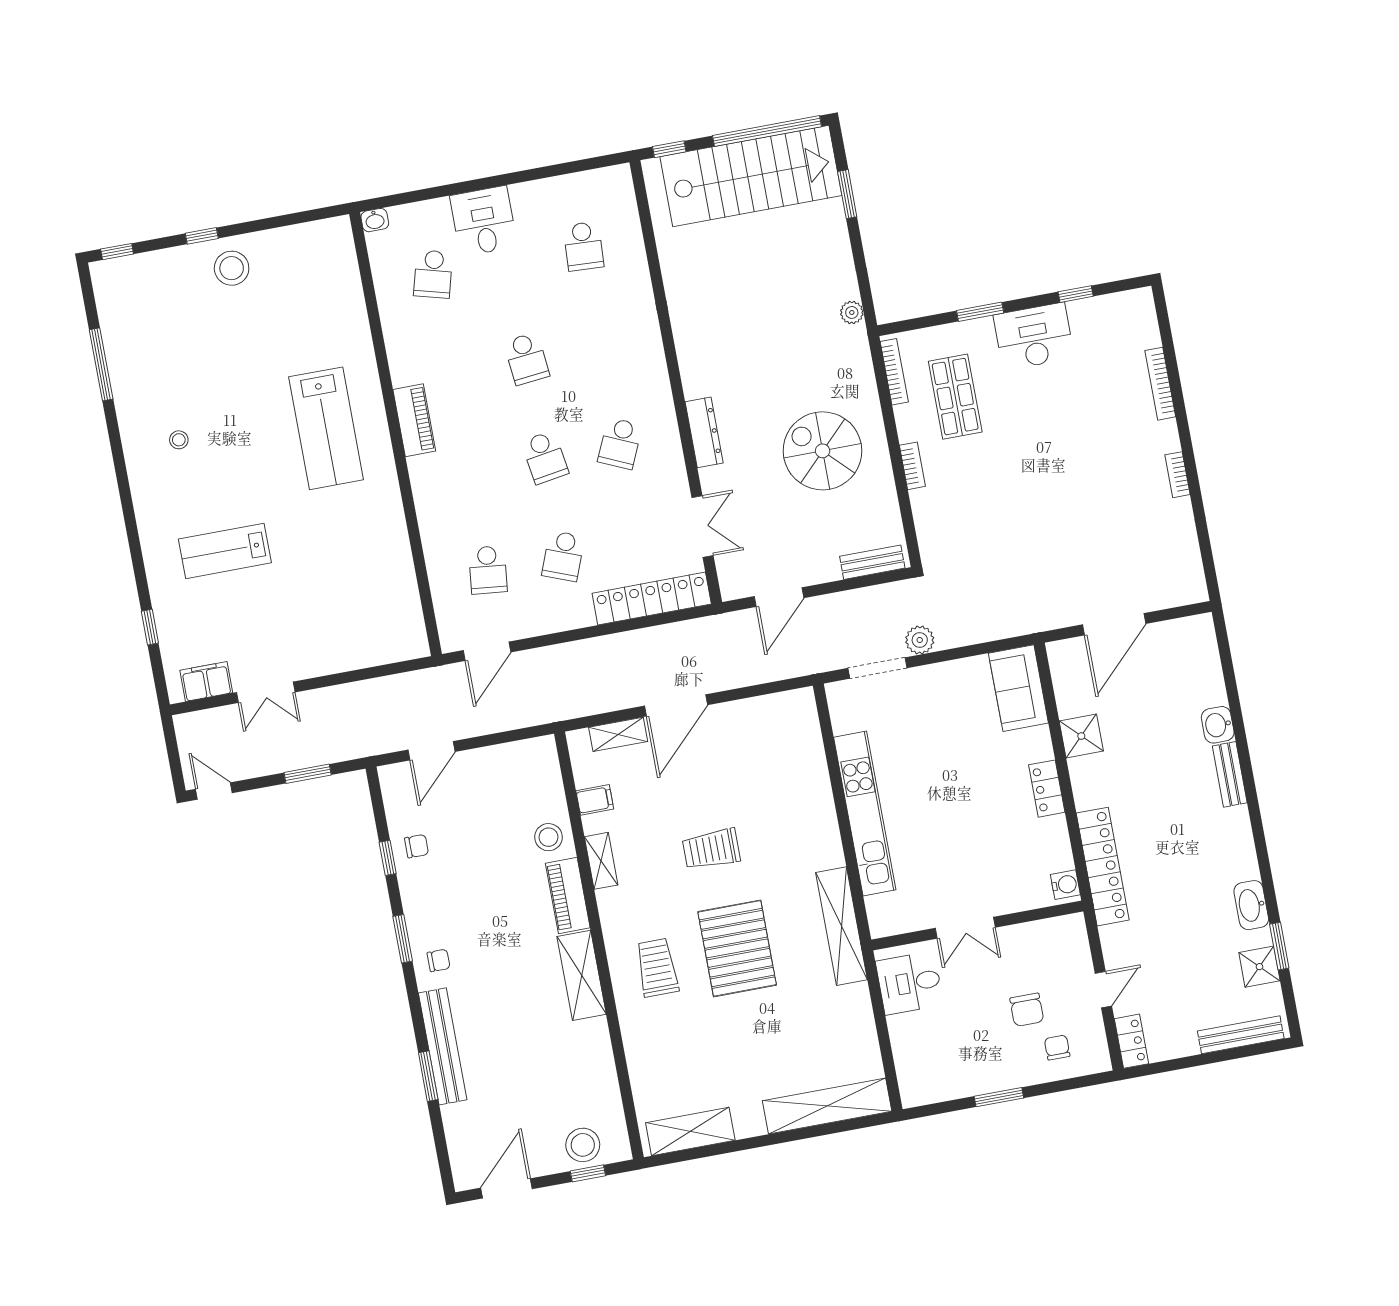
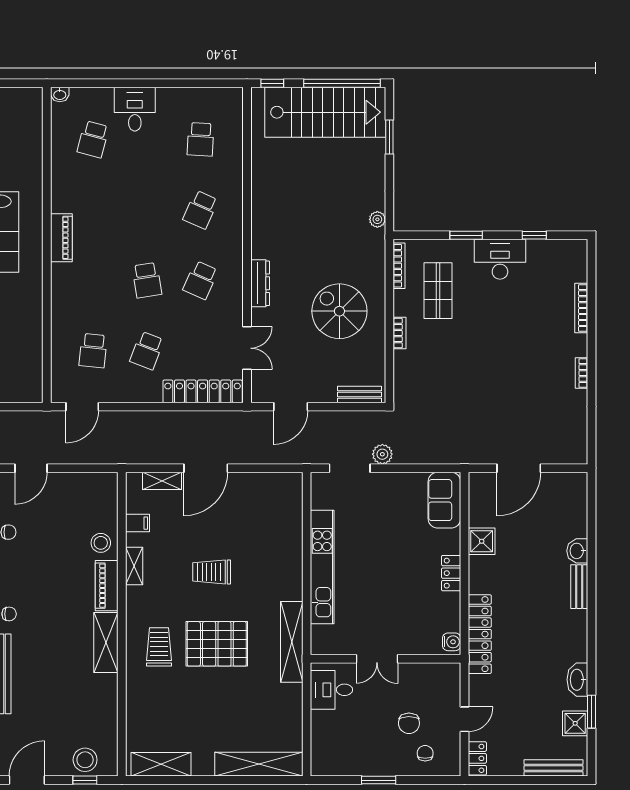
school desk: (527, 359) -> (201, 210), moved, turned 30
pallet: (737, 948) -> (217, 644), turned 90

